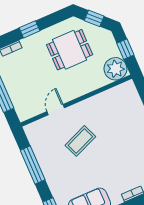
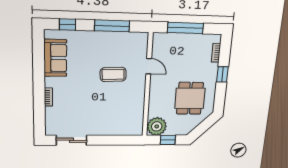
window: (94, 18) -> (203, 127), removed
coffee table: (80, 141) -> (113, 74), turned -71

